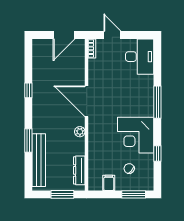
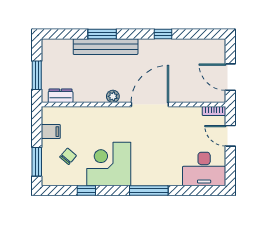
door: (112, 35) -> (230, 136), swing flipped
bench: (39, 160) -> (106, 47), moved
dresser: (79, 170) -> (61, 96), width x0.70

